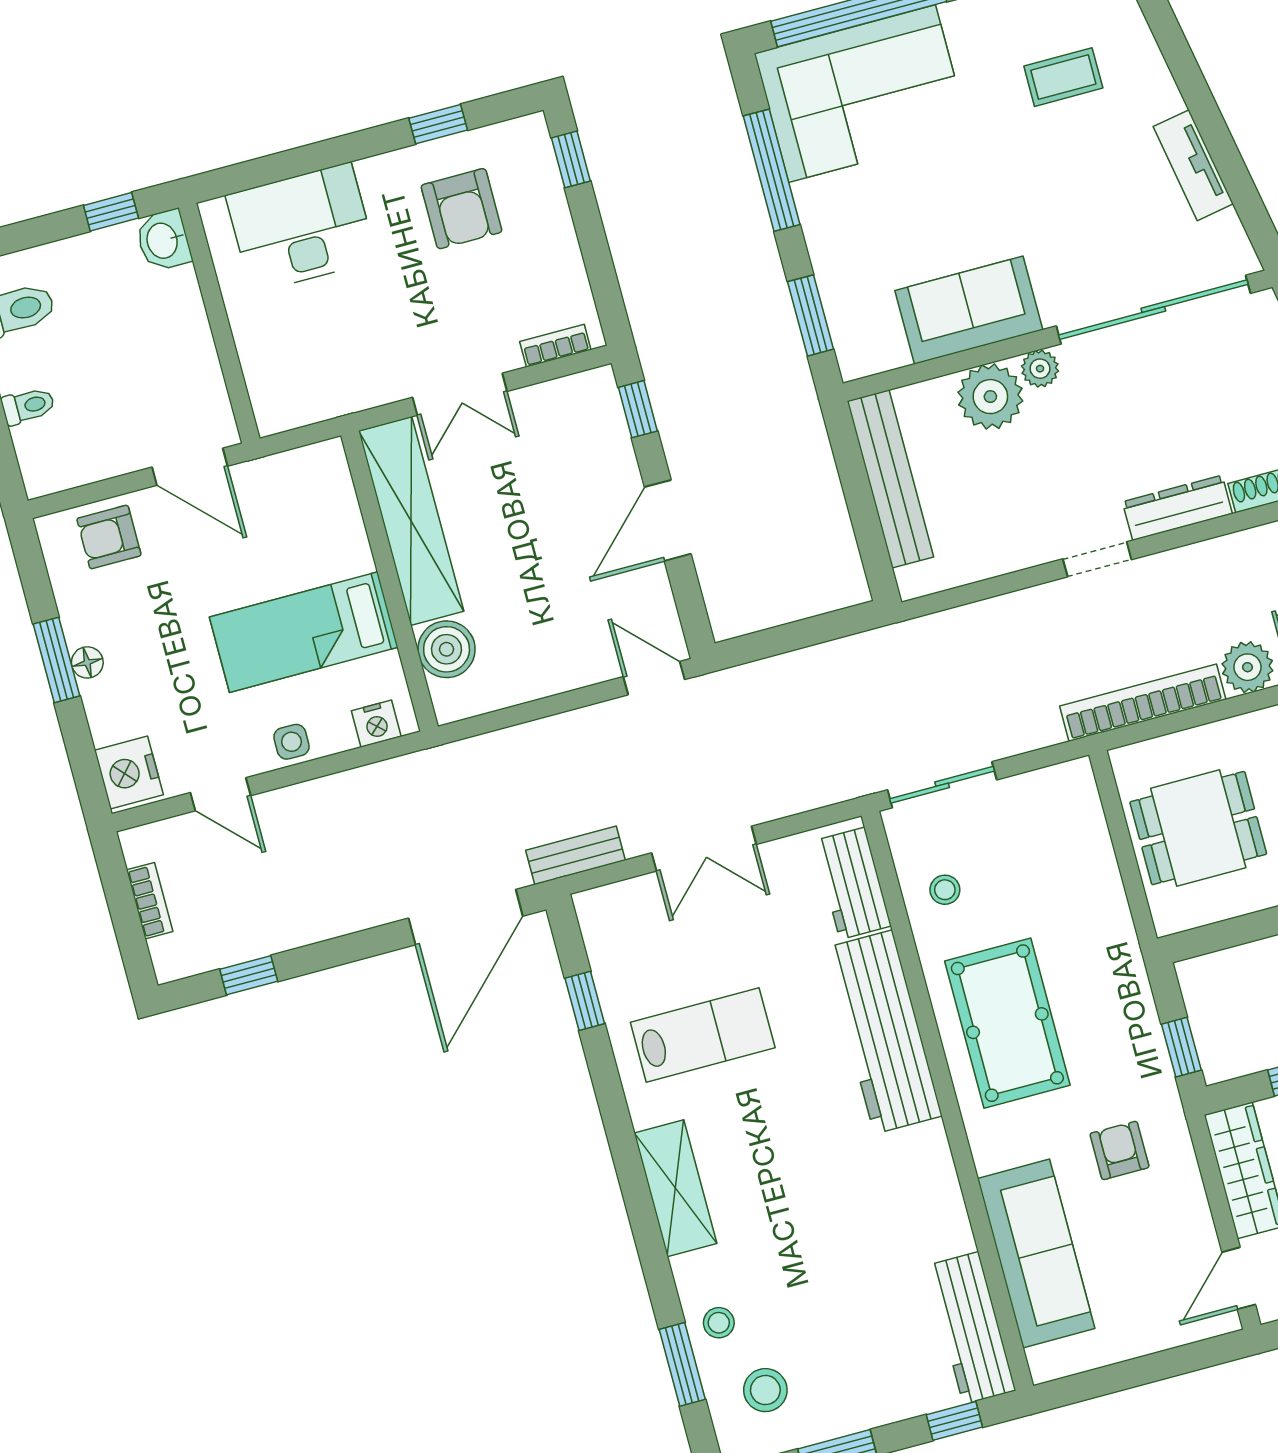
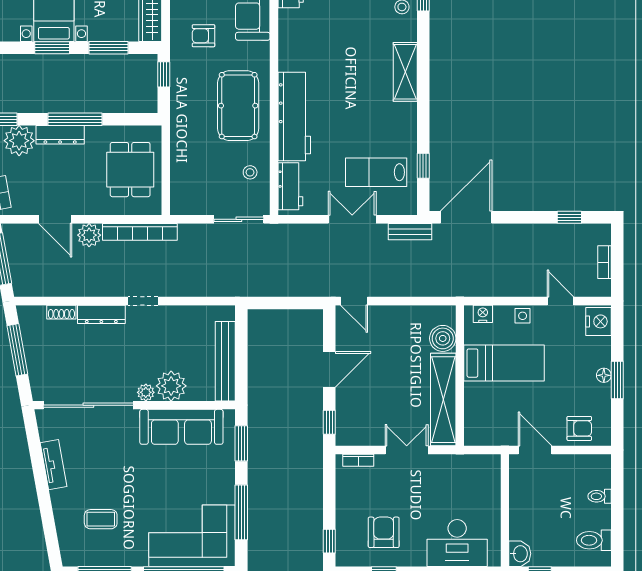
sofa: (969, 310) -> (181, 427), width x1.36
dining table: (1198, 828) -> (130, 170), turned 90
lab bench: (703, 1035) -> (376, 172), moved
armchair: (1120, 1150) -> (203, 36), turned 90

